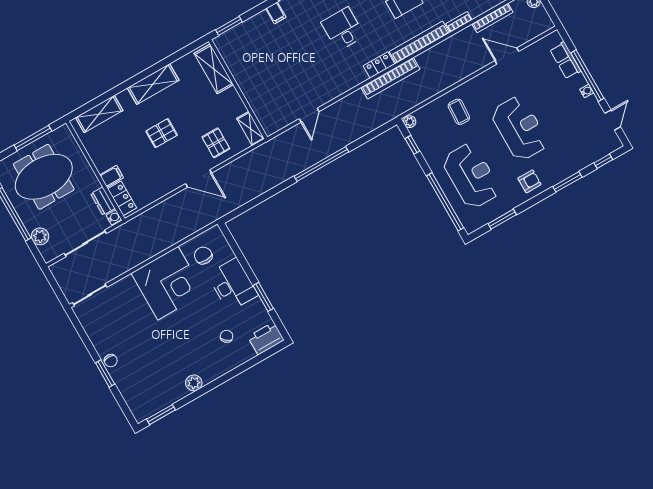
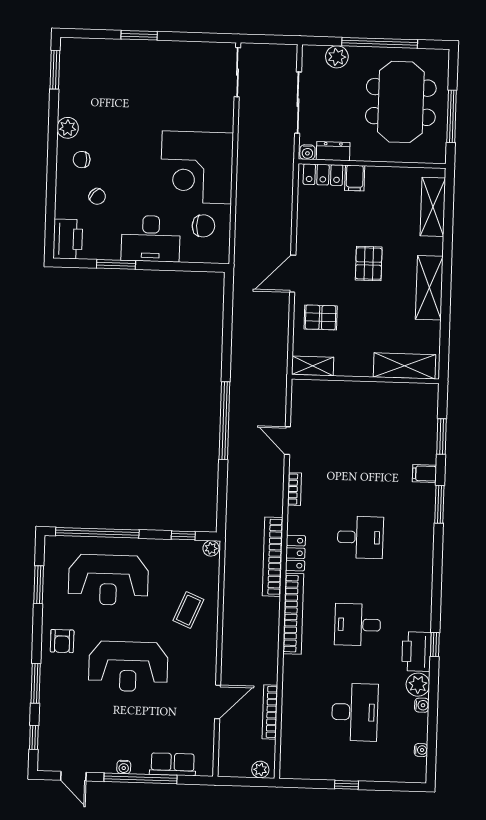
bookcase: (459, 22) -> (294, 489), moved
window: (229, 26) -> (441, 437), moved
coffee table: (459, 112) -> (188, 610), turned -70
chair: (111, 361) -> (82, 160), moved

